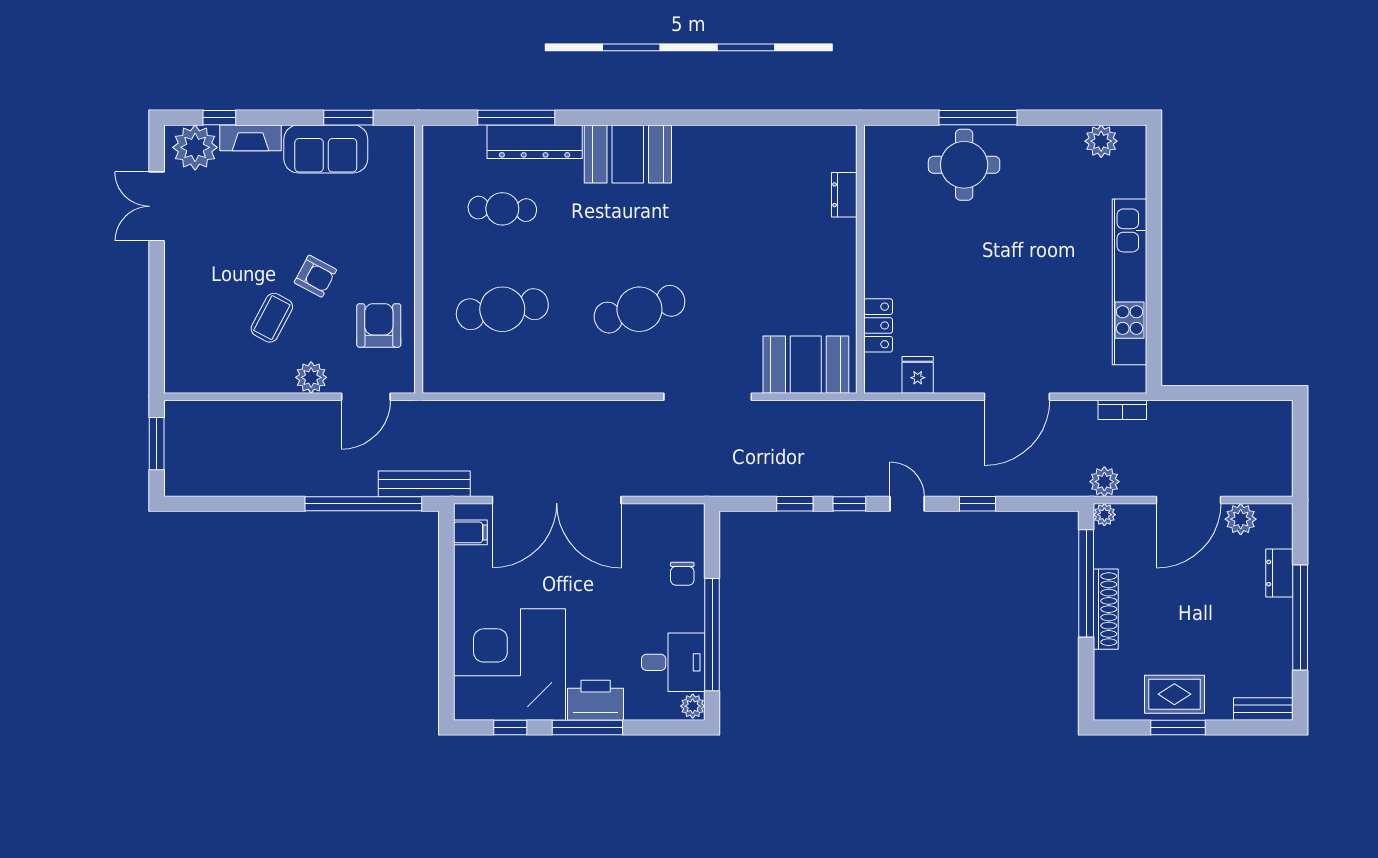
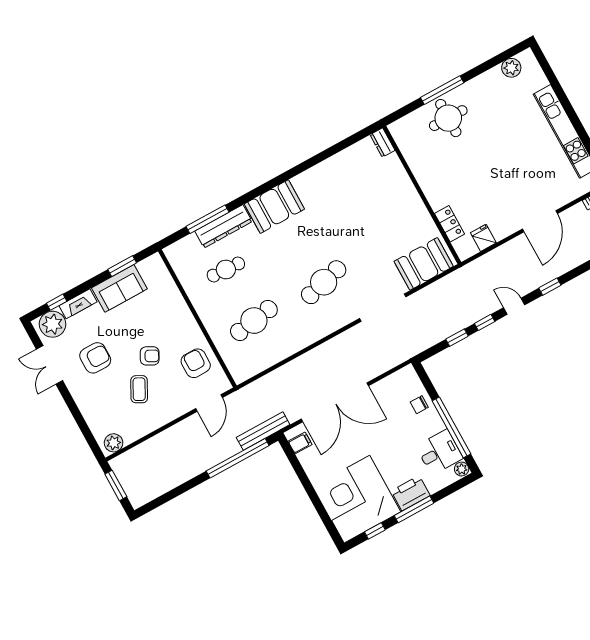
dresser: (844, 195) -> (382, 143), moved
armchair: (232, 234) -> (95, 358), added
plant: (311, 377) -> (114, 443), moved
chair: (682, 574) -> (419, 405), turned 90

